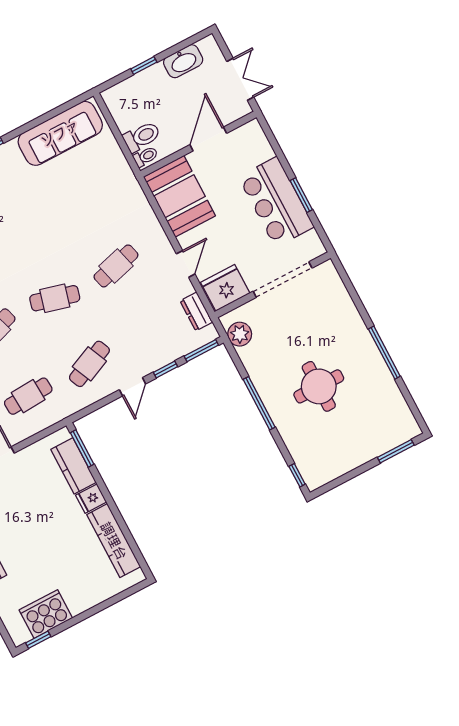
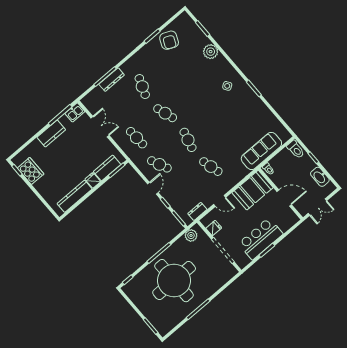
sofa: (60, 133) -> (261, 151), moved, turned 90
toilet: (142, 137) -> (296, 149), moved
fridge: (225, 288) -> (214, 228), width x0.53, depth x0.75
round table: (319, 386) -> (174, 281), width x1.86, depth x1.86
door: (133, 387) -> (153, 188), swing flipped

